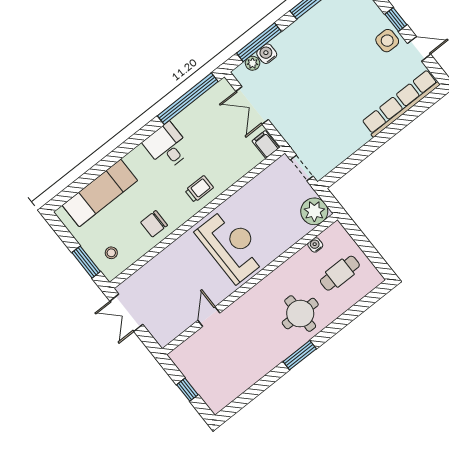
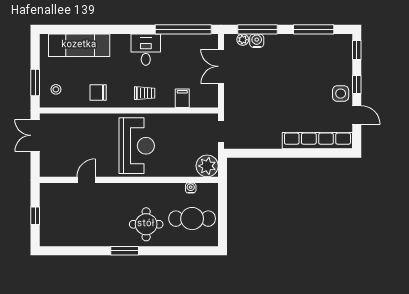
filing cabinet: (266, 144) -> (182, 98), moved
cafe table: (340, 273) -> (192, 219), width x1.37, depth x1.35

